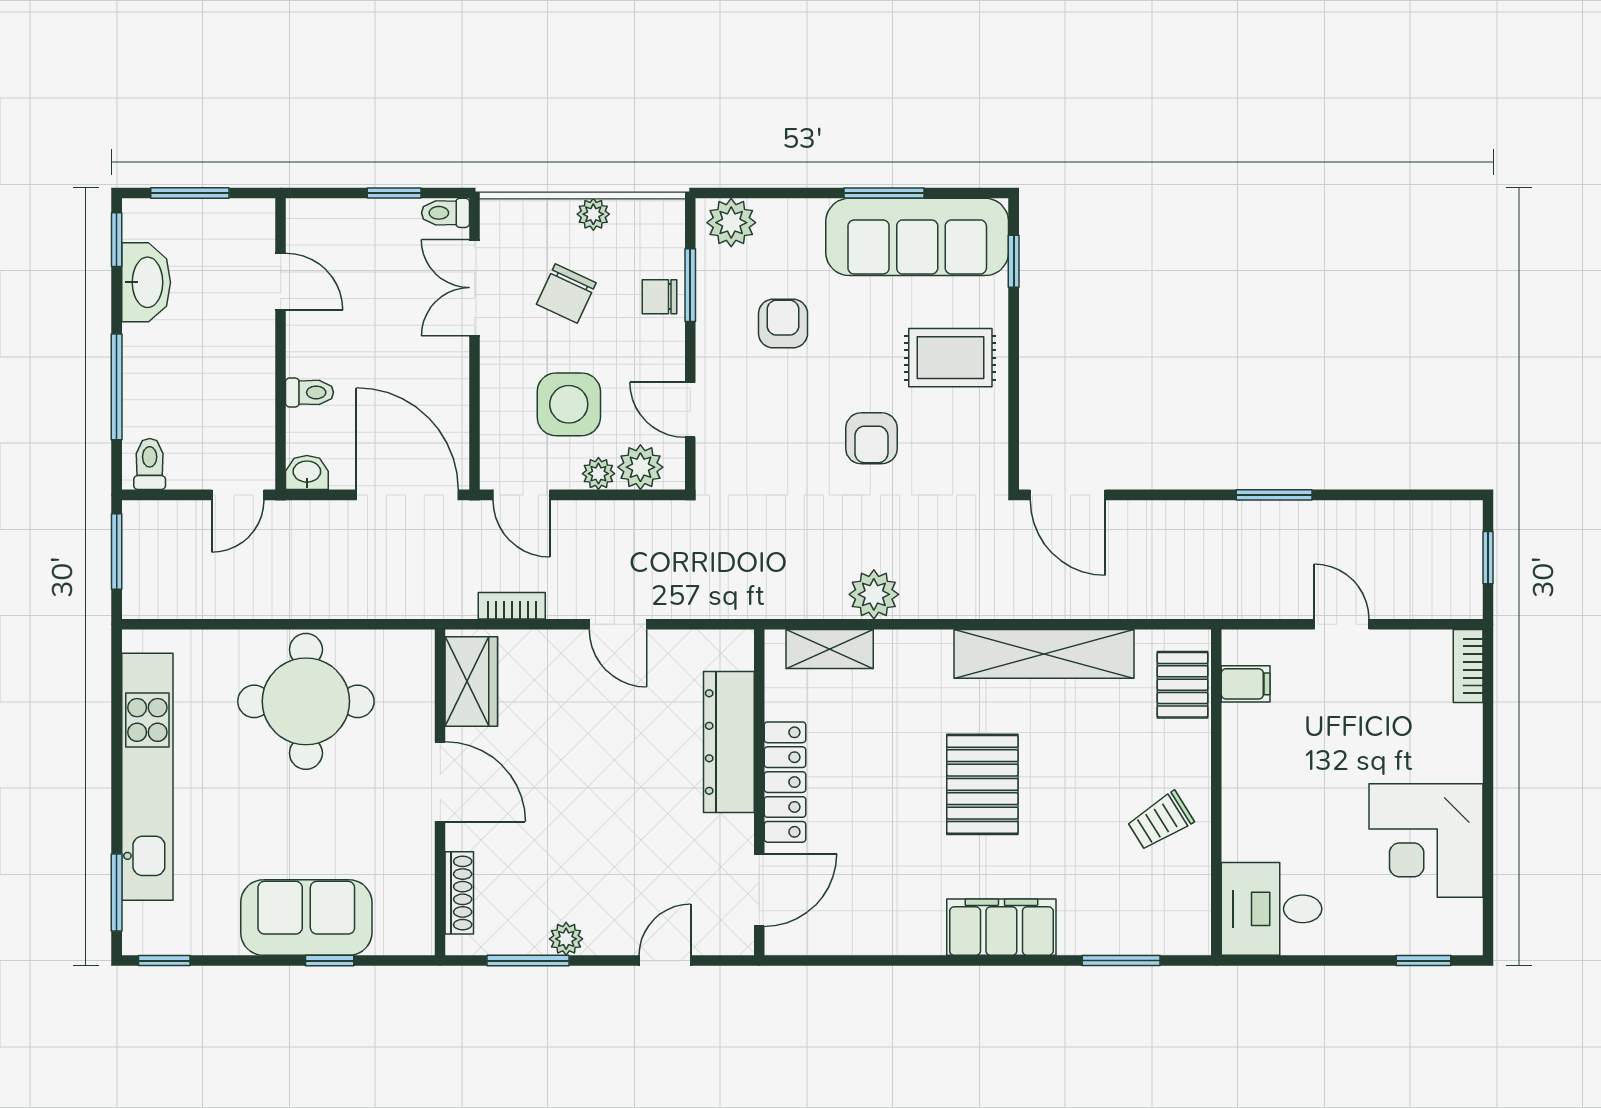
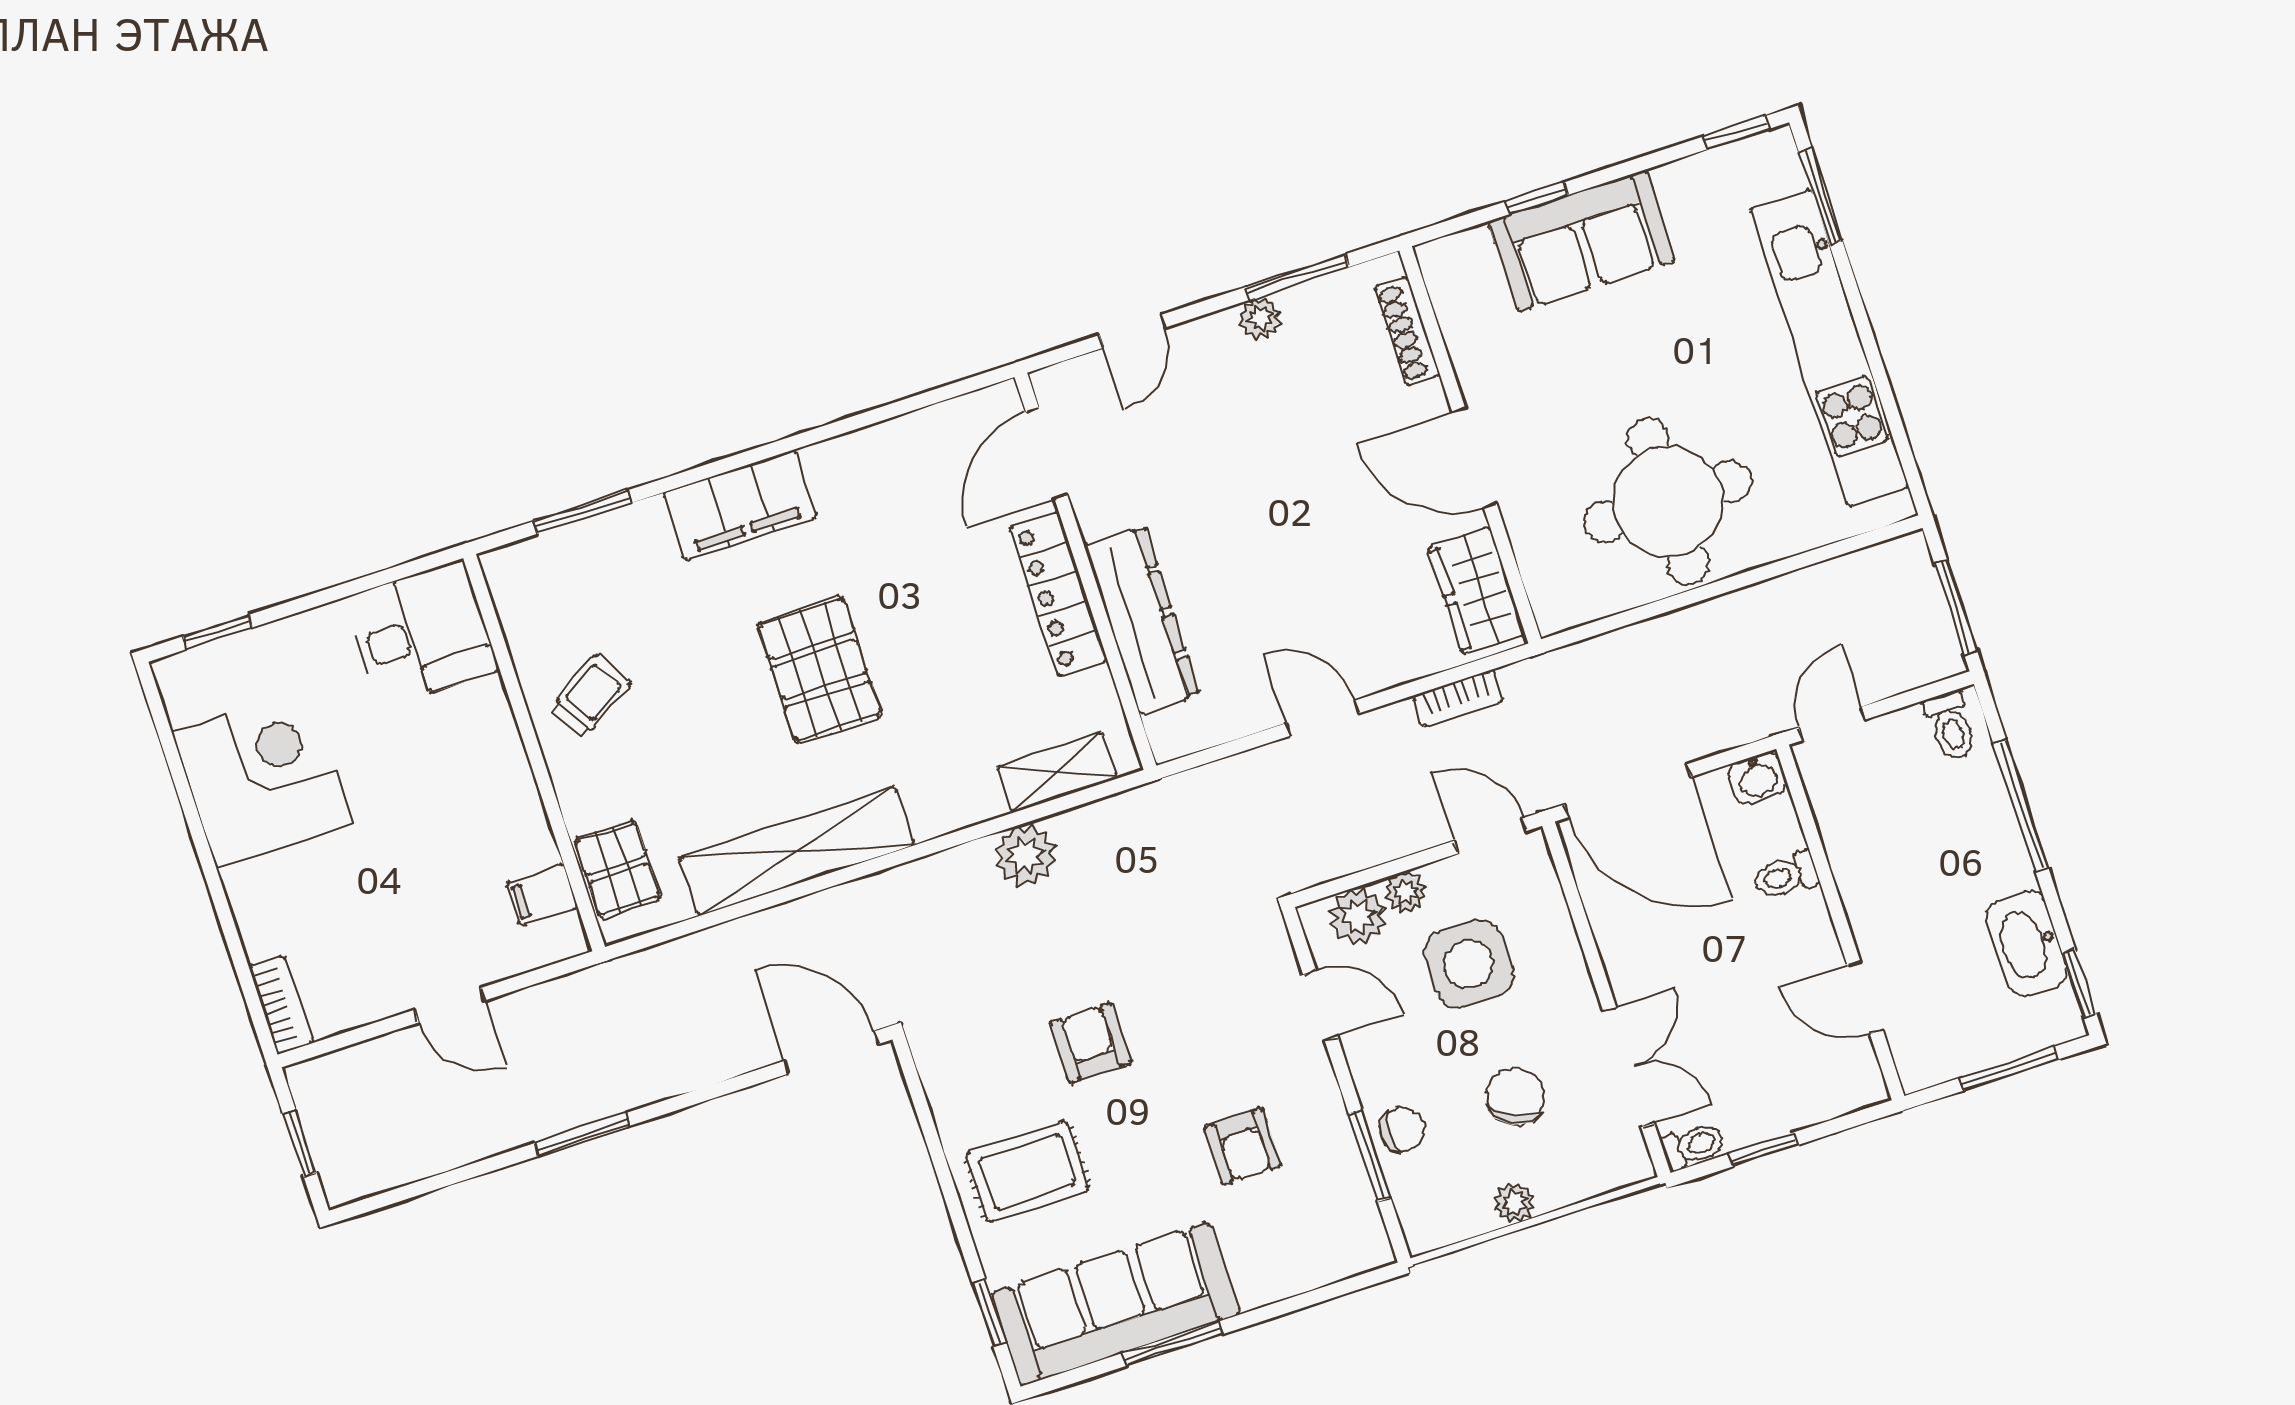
plant: (731, 223) -> (1345, 1247), removed

